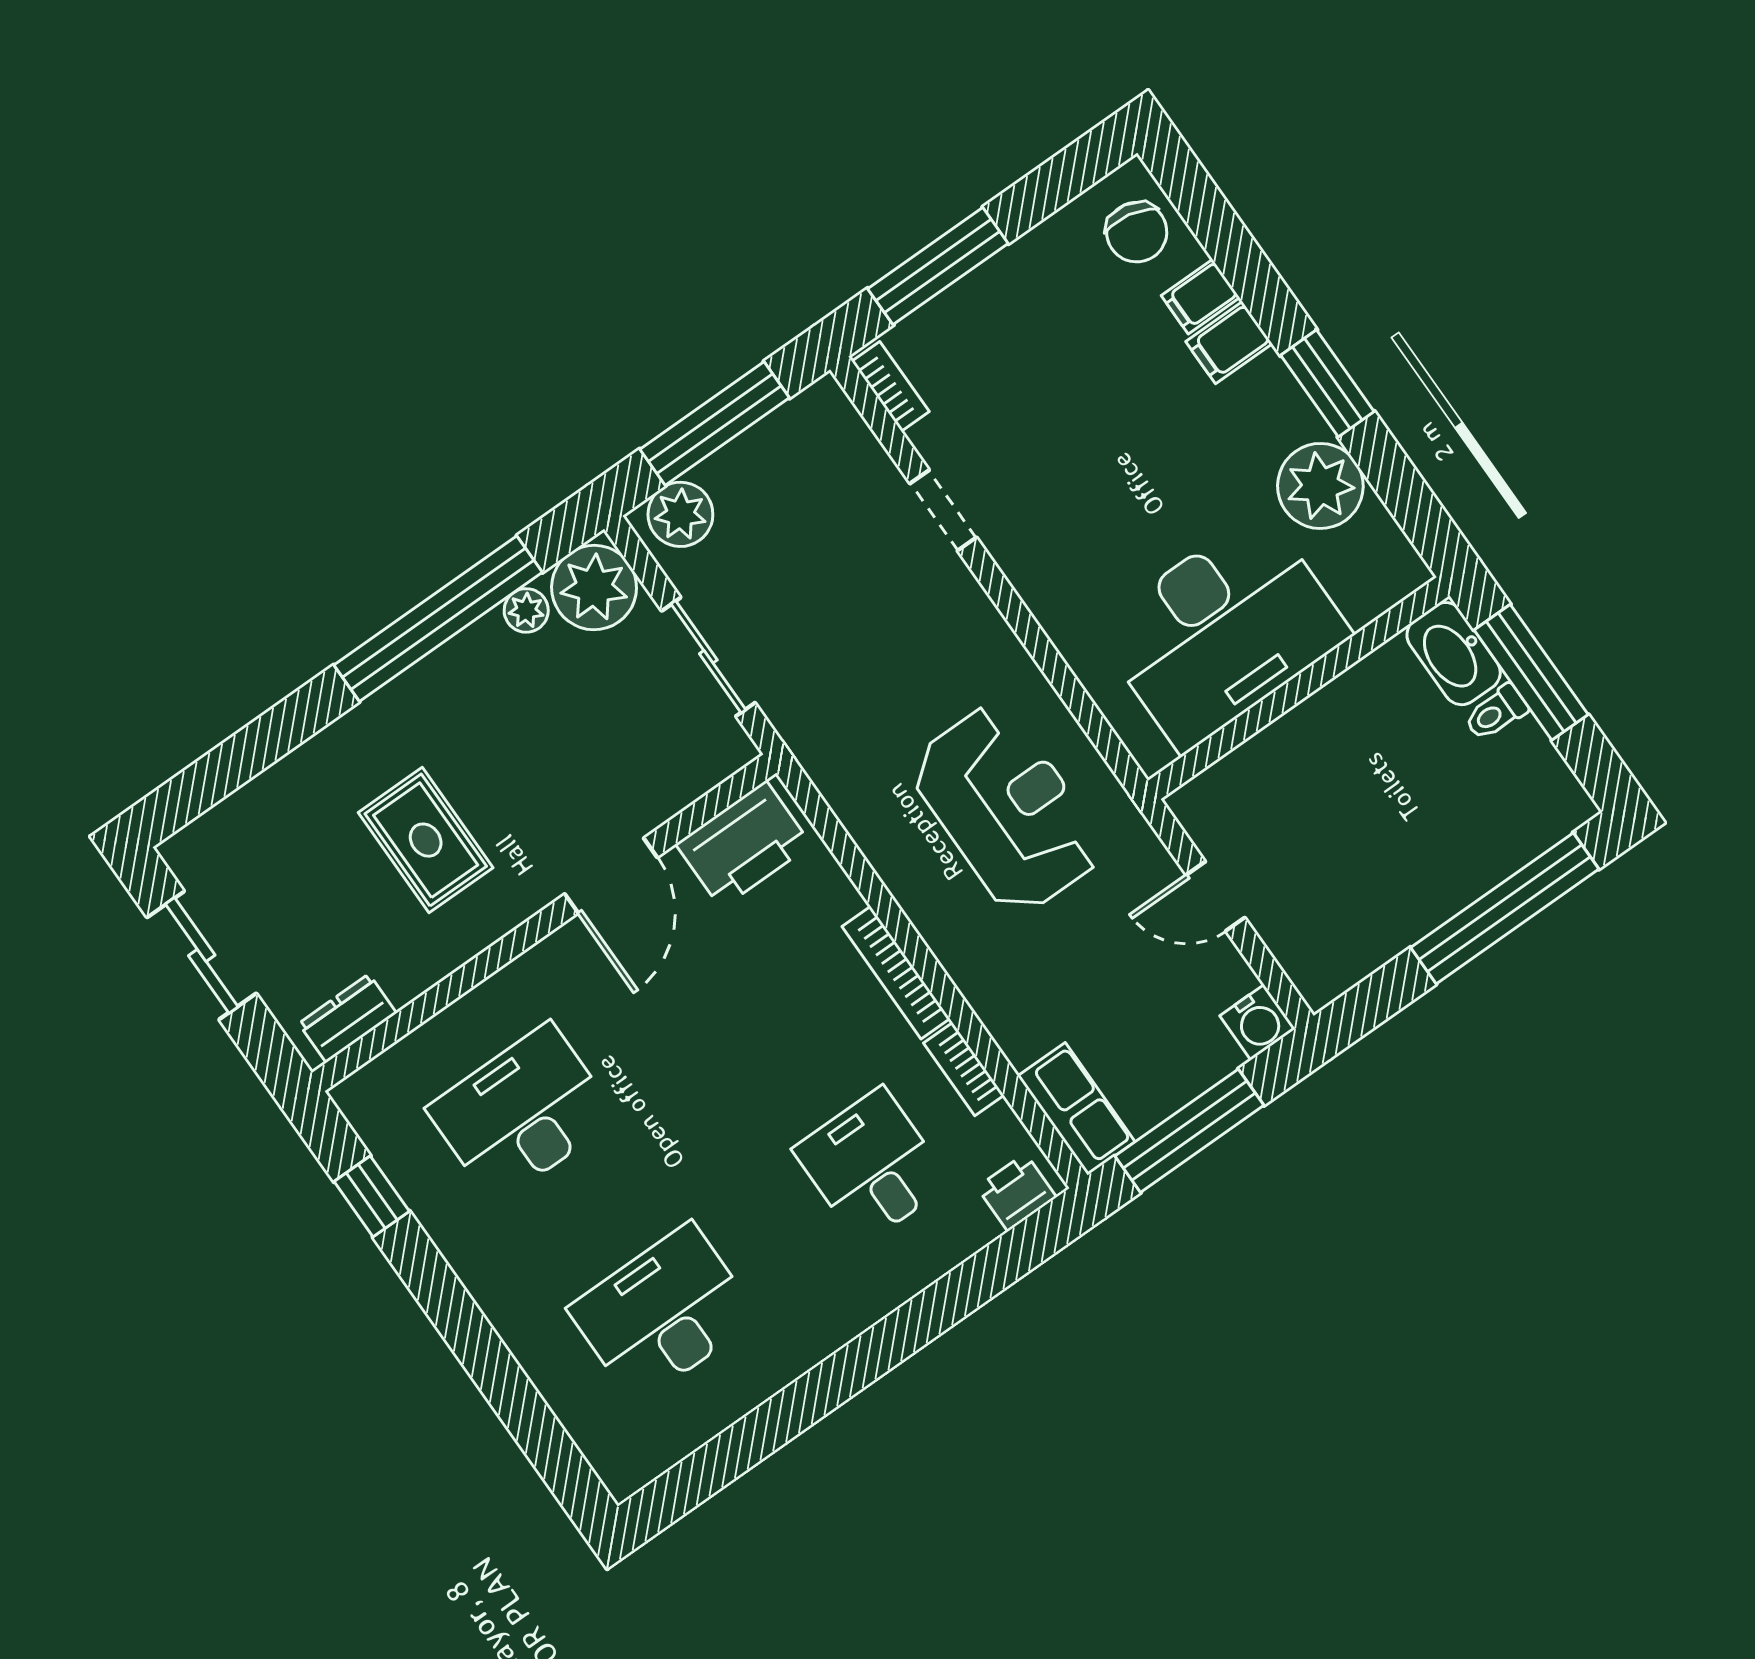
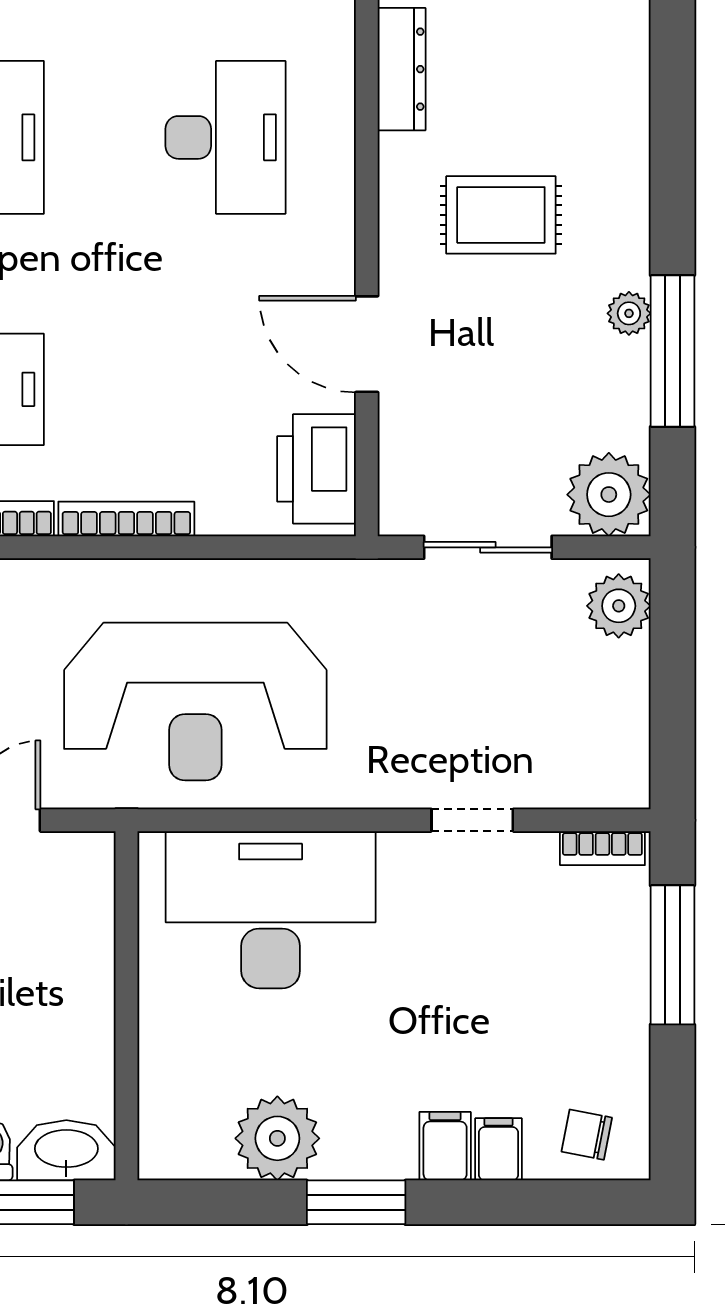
chair: (1137, 232) -> (587, 1135), width x0.73, depth x0.73
window: (715, 424) -> (672, 685), removed
plant: (526, 610) -> (629, 313), moved
window: (438, 619) -> (672, 351), width x0.68
desk: (1222, 631) -> (271, 910), moved, turned 90
reception desk: (1007, 809) -> (195, 702), width x1.36, depth x1.30
dresser: (348, 1018) -> (402, 69), width x1.44

